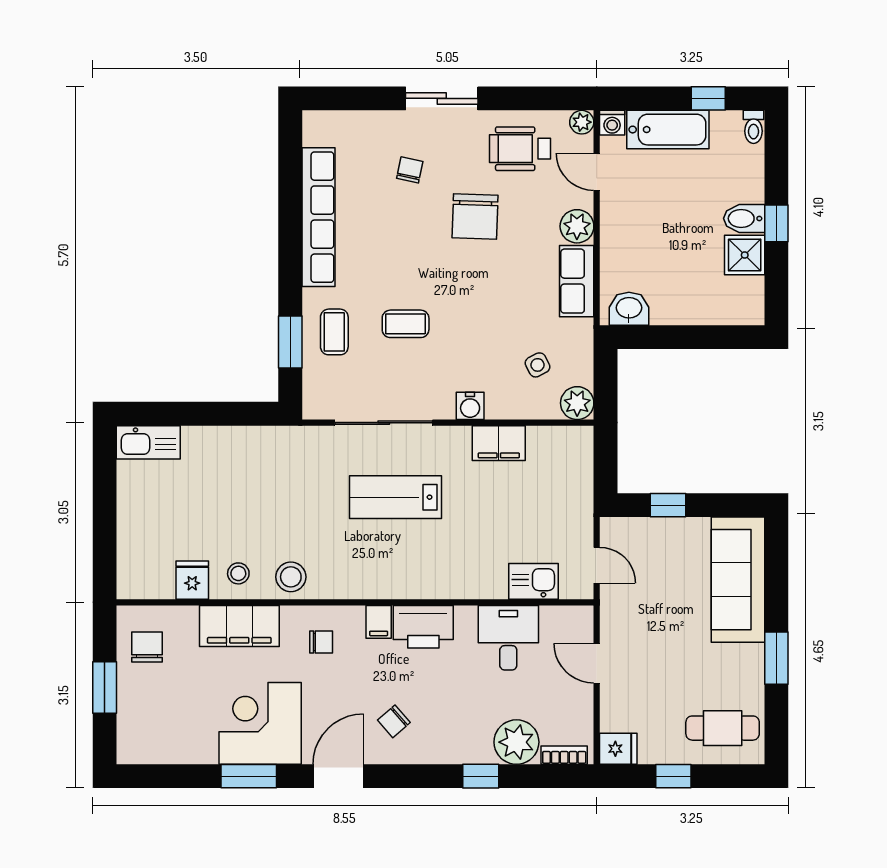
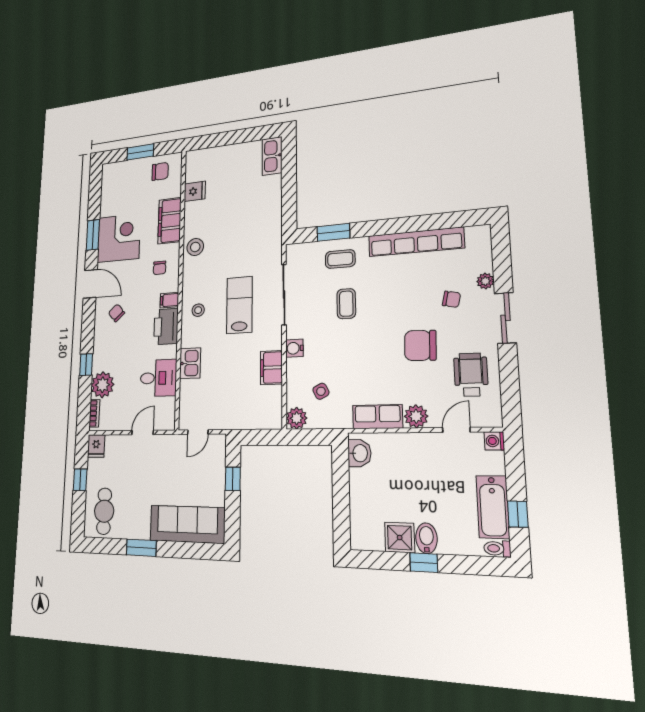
plant: (582, 122) -> (485, 281), moved
bathtub: (668, 130) -> (493, 507), moved
stool: (238, 573) -> (198, 310), moved
kitchen sink: (533, 581) -> (190, 363), moved

